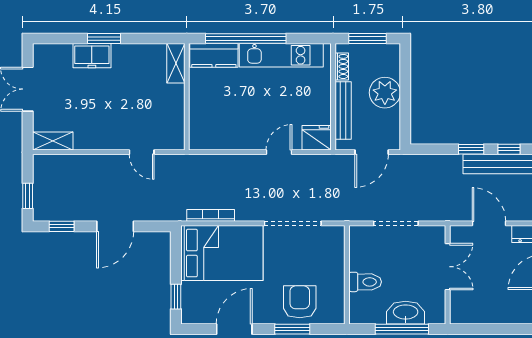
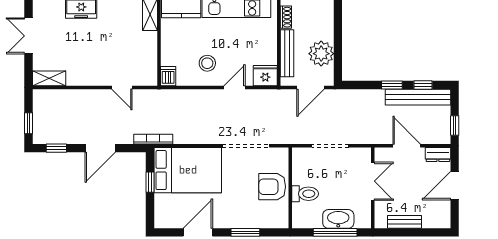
plant: (385, 93) -> (321, 54), moved
stool: (246, 123) -> (207, 63), added
dishwasher: (198, 138) -> (168, 76), added
bookcase: (211, 215) -> (153, 139), moved
window: (176, 297) -> (150, 182), moved
armchair: (300, 302) -> (272, 187), moved, turned -90
bench: (486, 316) -> (405, 222), added

